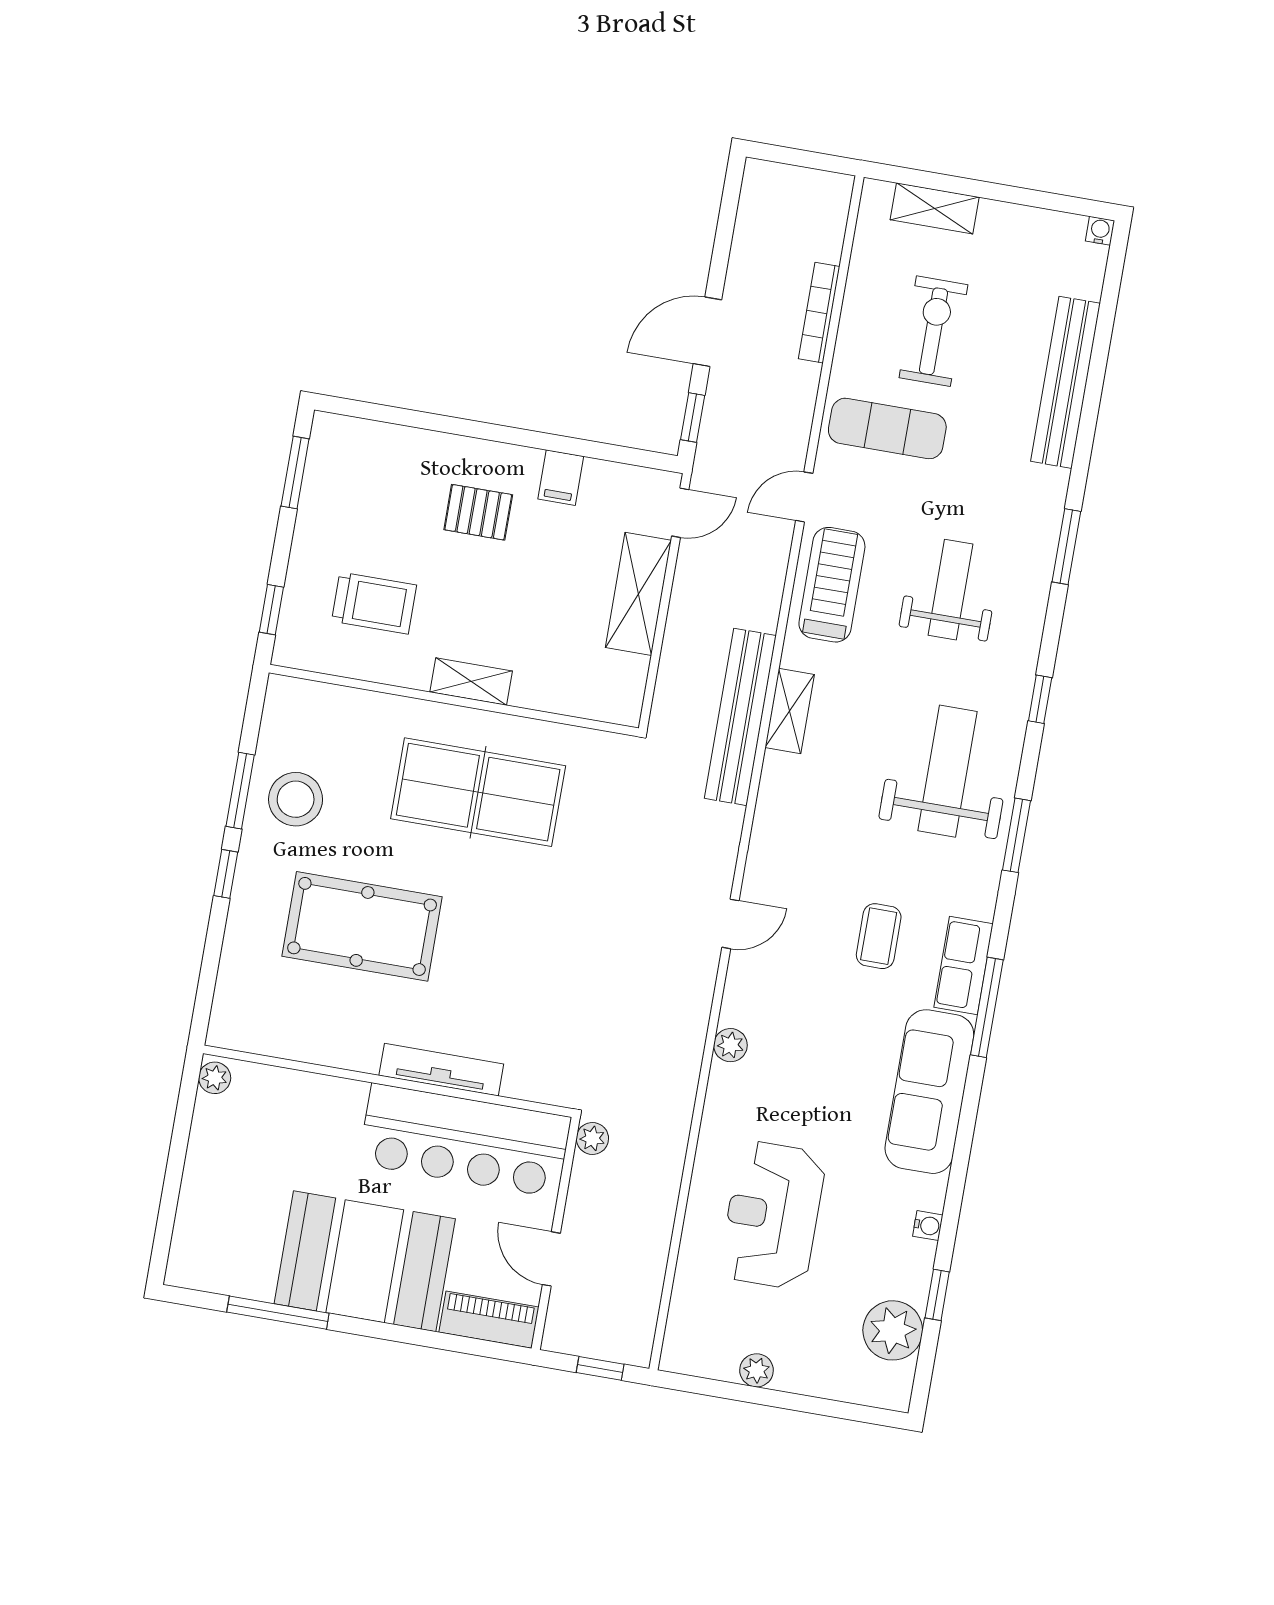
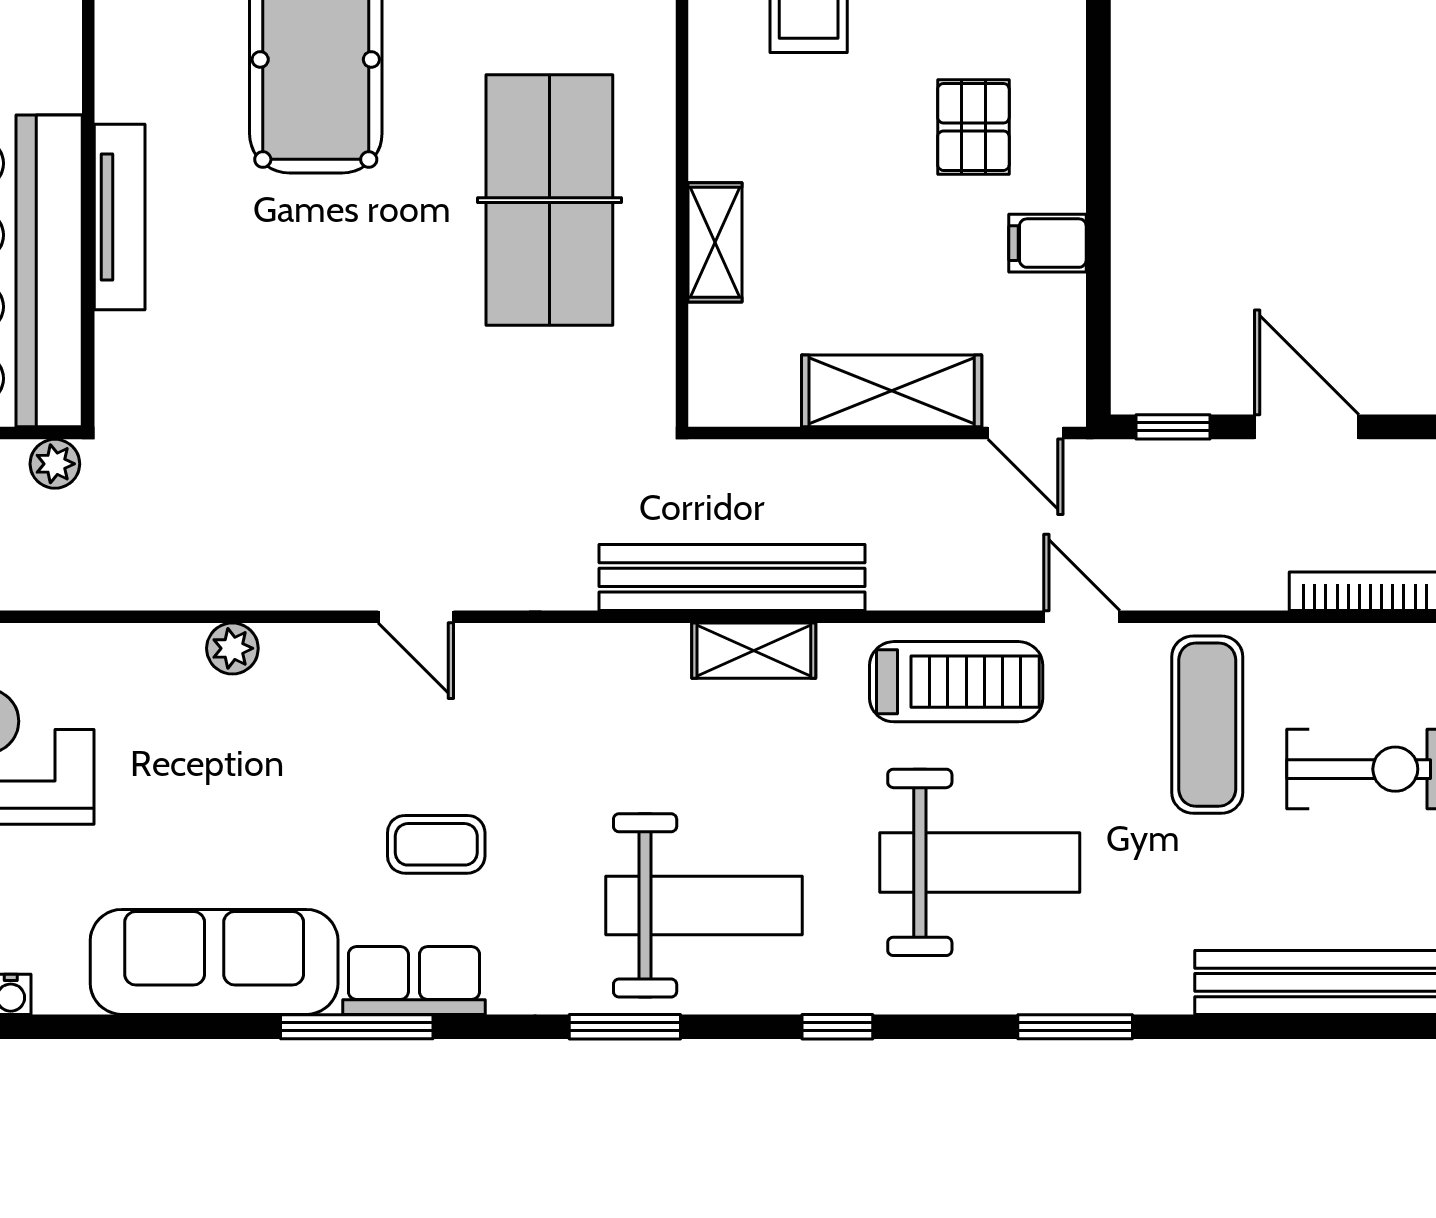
weight bench: (950, 590) -> (980, 862), width x1.36, depth x1.33
shelving: (471, 682) -> (715, 242), moved

